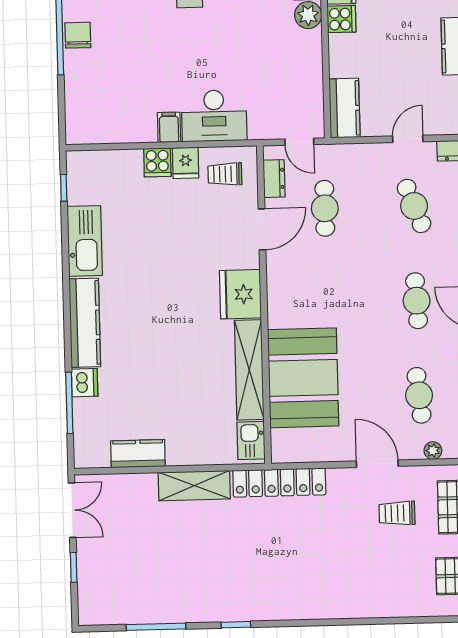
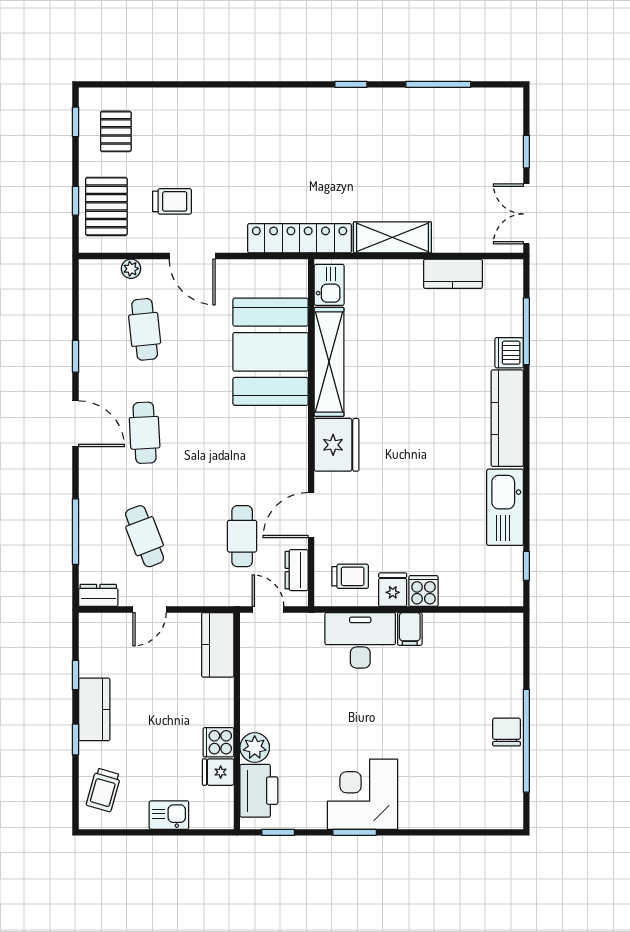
chair: (78, 35) -> (507, 732), turned 180

